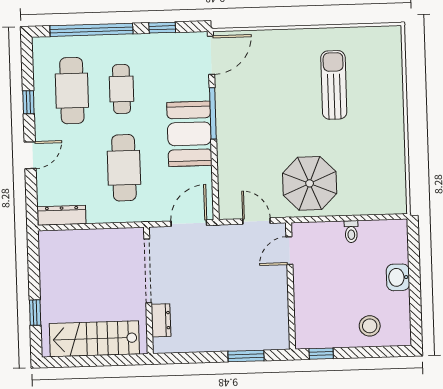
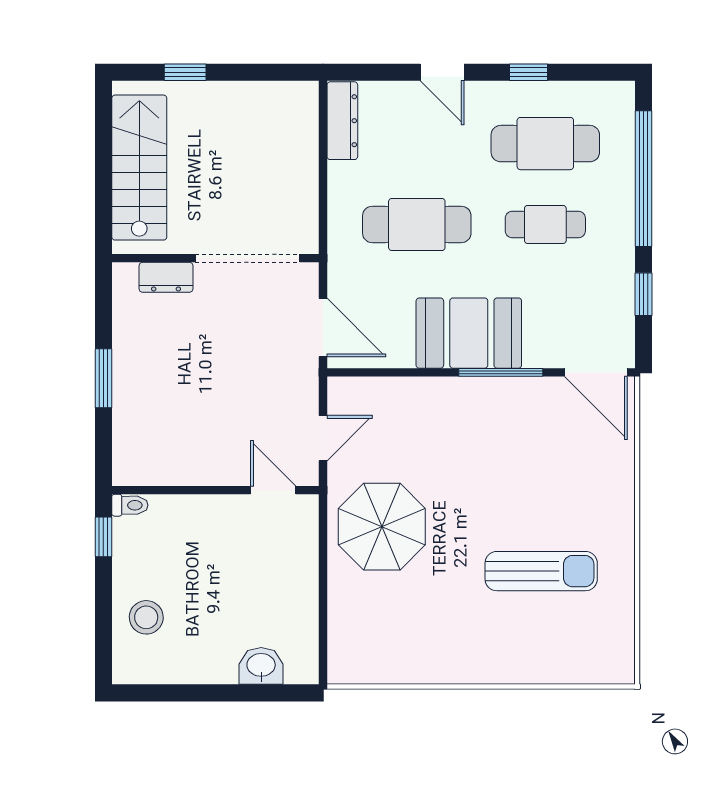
toilet: (351, 232) -> (130, 505), moved, turned 180
washbasin: (398, 277) -> (261, 666), moved
window: (246, 356) -> (103, 378), moved

